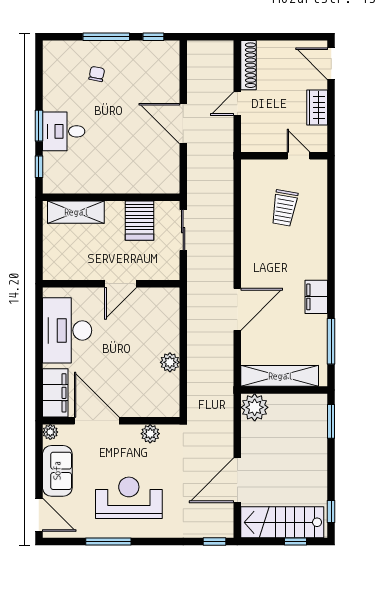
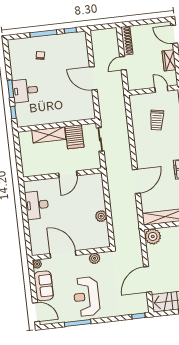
shelving: (76, 212) -> (49, 135), moved
desk: (67, 330) -> (37, 205), width x0.73, depth x0.77
filing cabinet: (55, 393) -> (37, 241), removed
reception desk: (129, 498) -> (86, 297), turned -90

